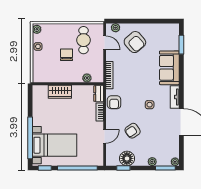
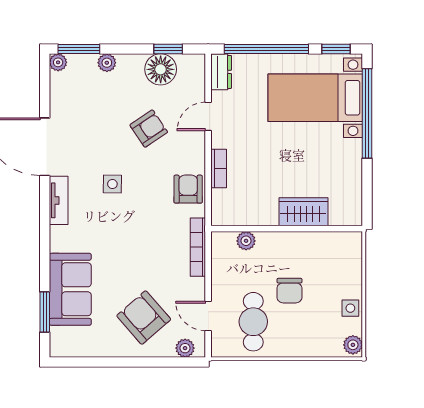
sofa: (169, 68) -> (70, 289), moved
dresser: (99, 94) -> (221, 72), moved

